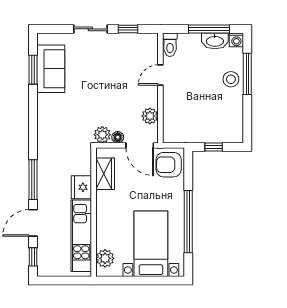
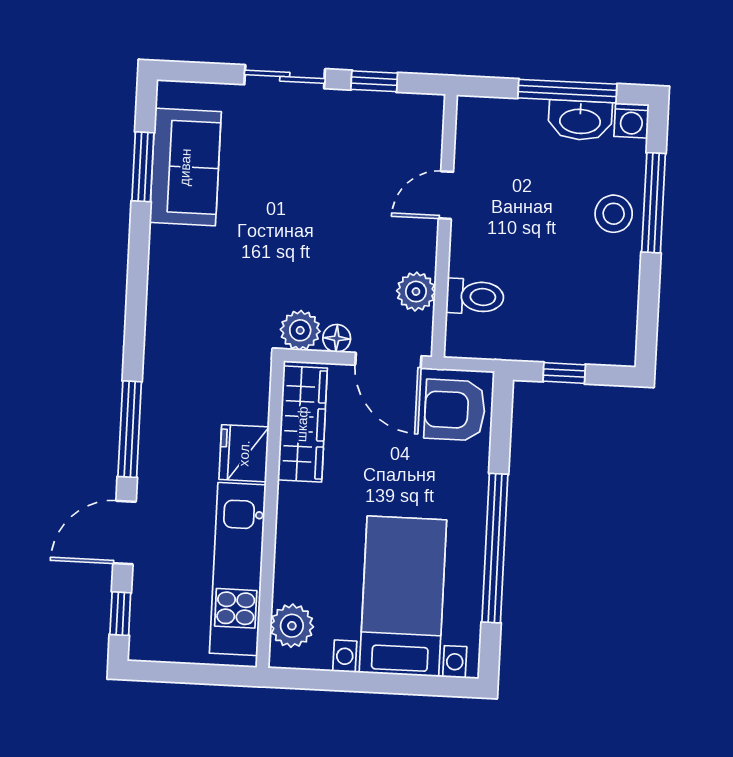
toilet: (170, 45) -> (475, 297), moved, turned -90
wardrobe: (105, 174) -> (302, 424), width x1.50

